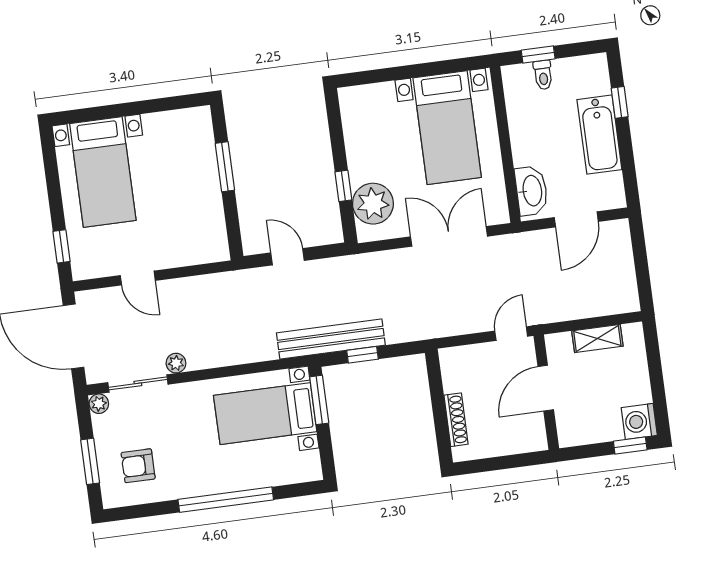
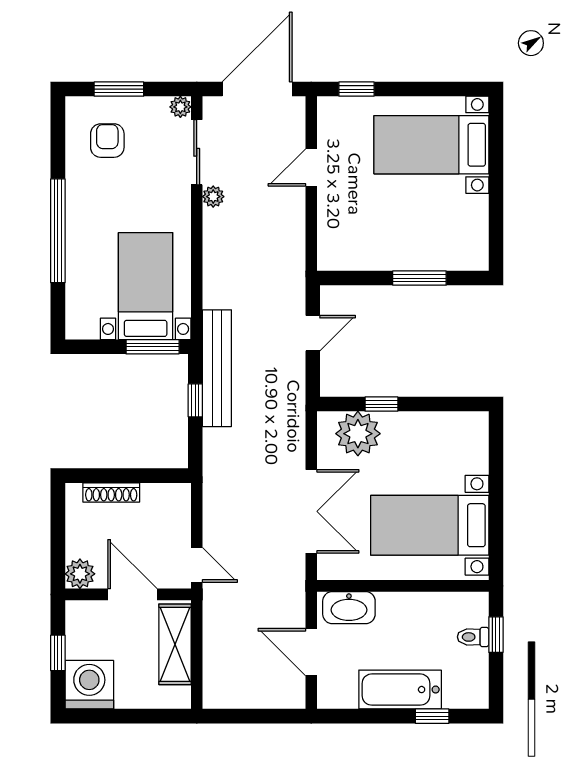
shelving: (597, 338) -> (175, 644), width x1.50, depth x1.33
washing machine: (639, 421) -> (89, 685), width x1.37, depth x1.37
plant: (533, 438) -> (80, 574), added
window: (630, 446) -> (58, 653), moved

